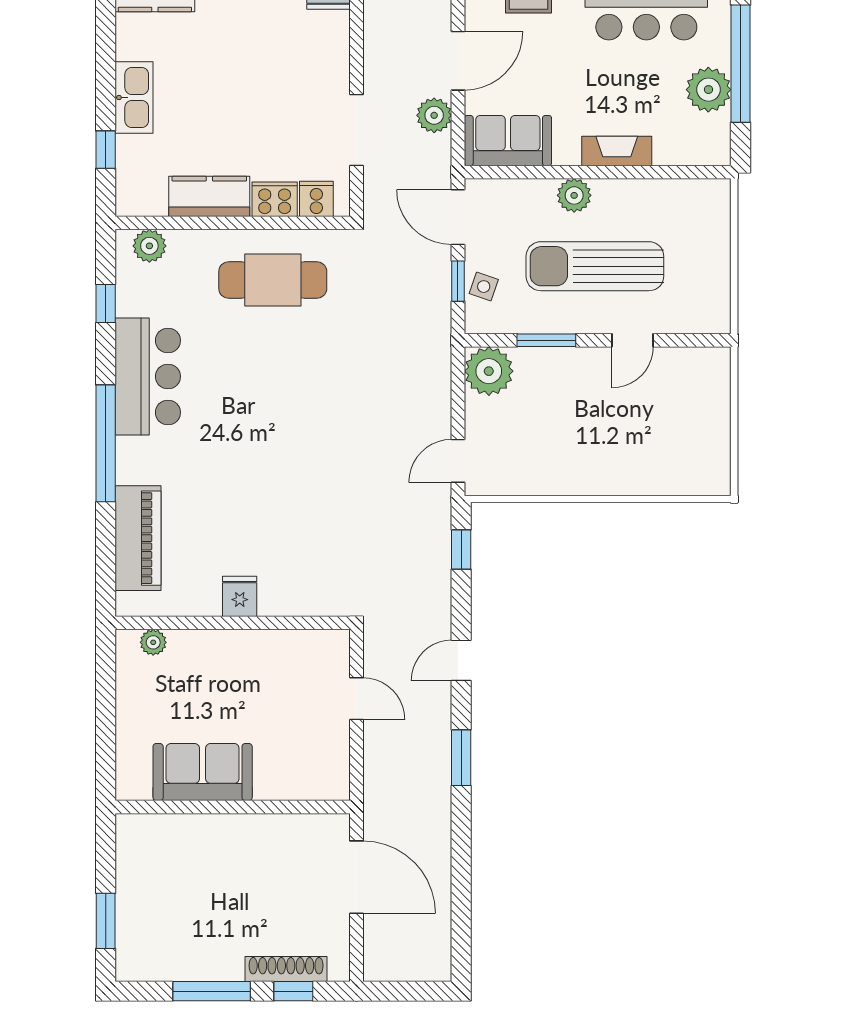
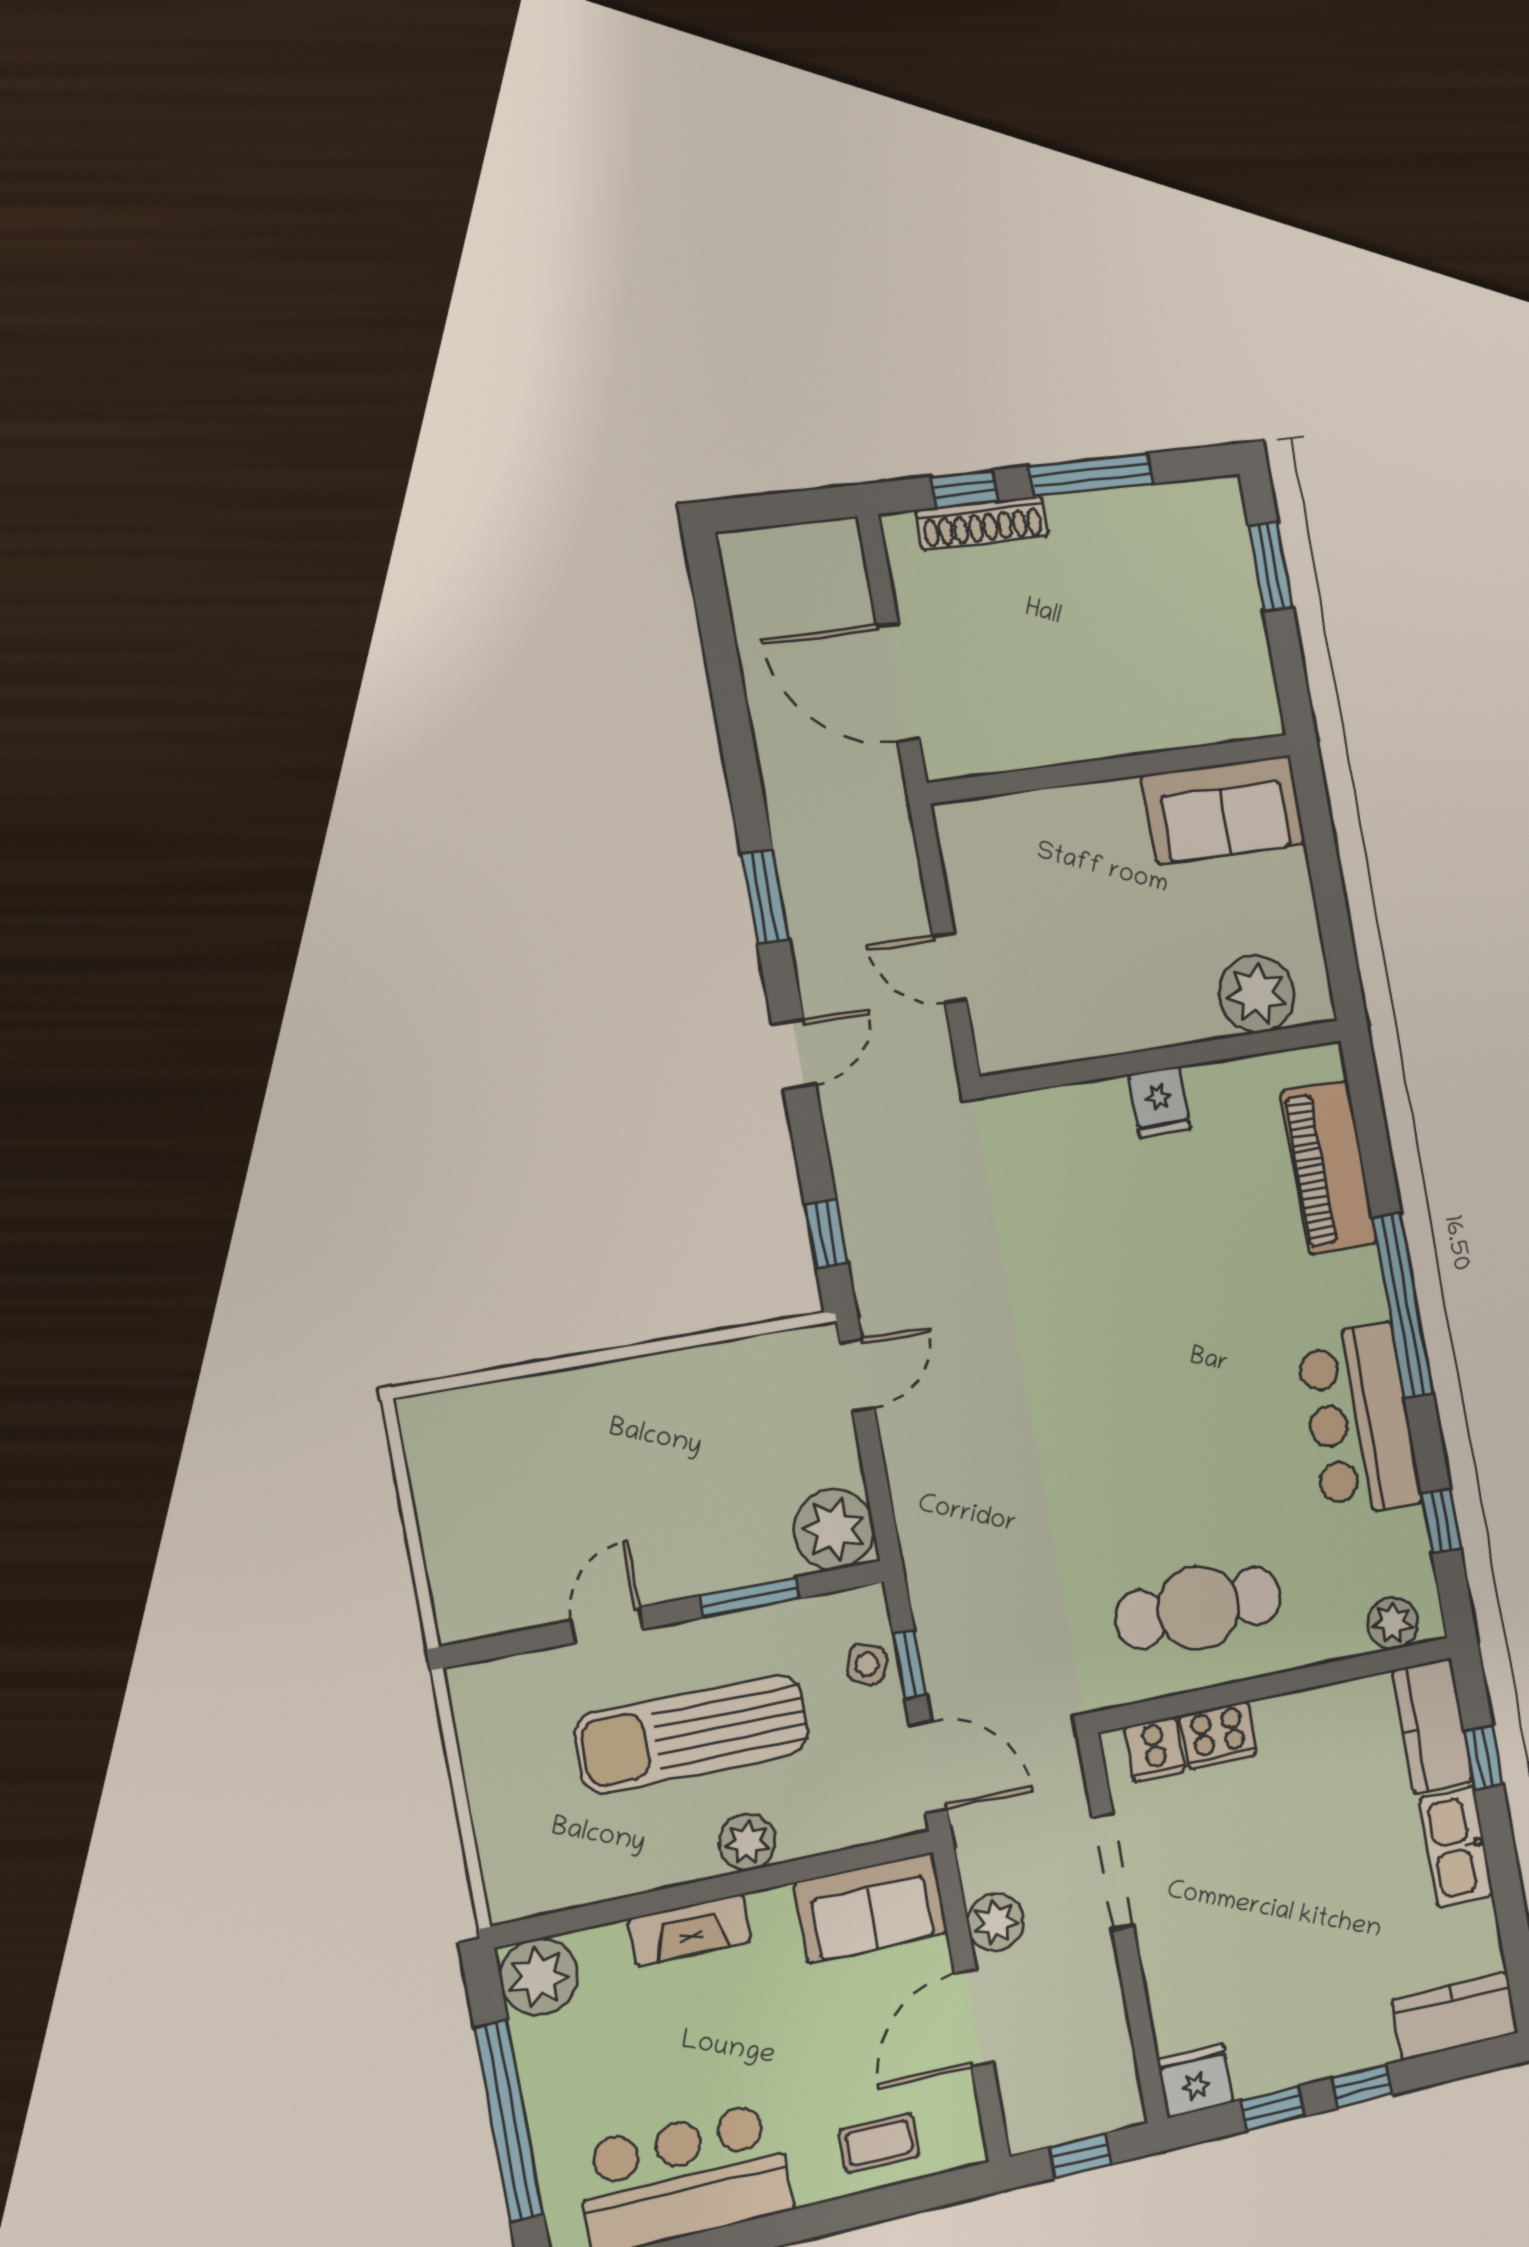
plant: (708, 90) -> (539, 1977), moved
kitchen counter: (209, 196) -> (1433, 1726), moved, turned 90
sun lounger: (595, 266) -> (692, 1734), turned 180
plant: (153, 642) -> (1257, 994), width x1.87, depth x1.87
sofa: (203, 772) -> (1224, 810), moved

